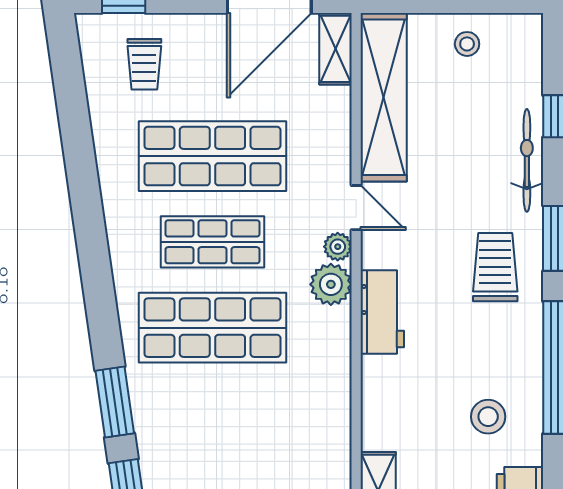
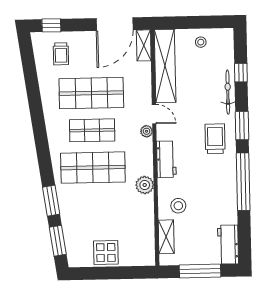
plant: (331, 284) -> (145, 185), moved
stool: (488, 417) -> (178, 206), moved

